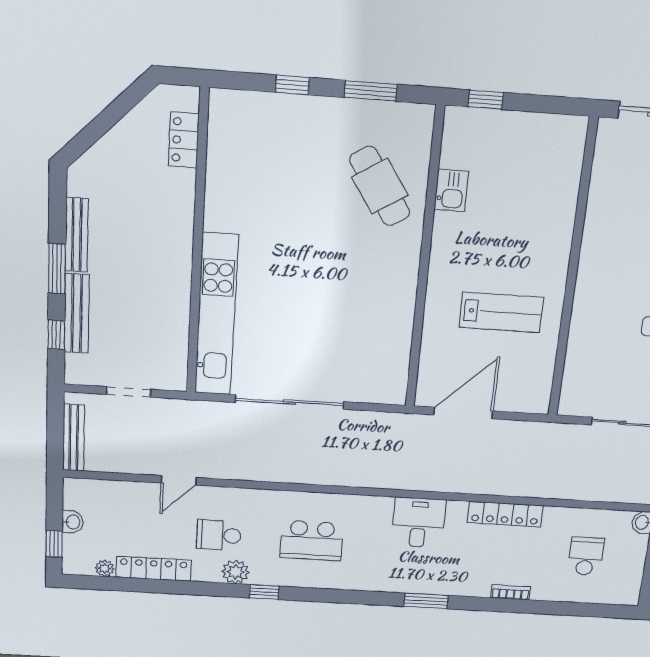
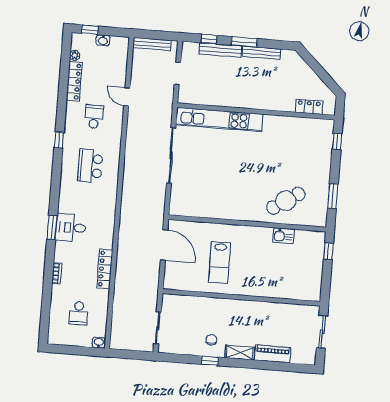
window: (292, 85) -> (337, 141), moved
desk: (419, 523) -> (71, 228), moved, turned 180
school desk: (586, 556) -> (79, 313), turned 90
plant: (235, 572) -> (72, 125), removed

